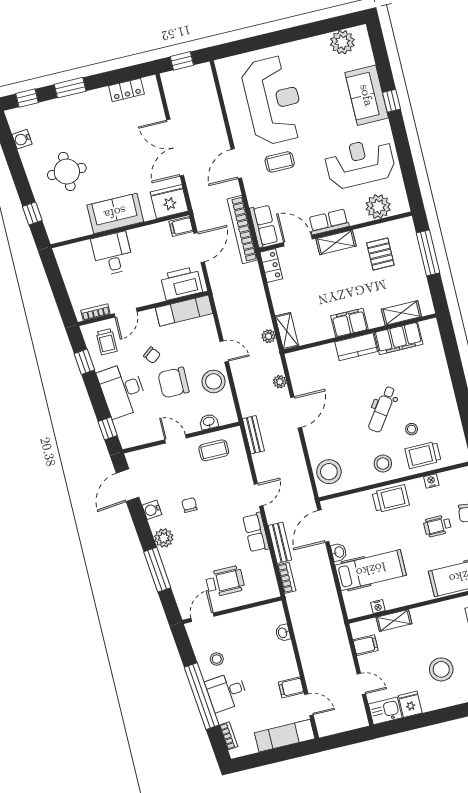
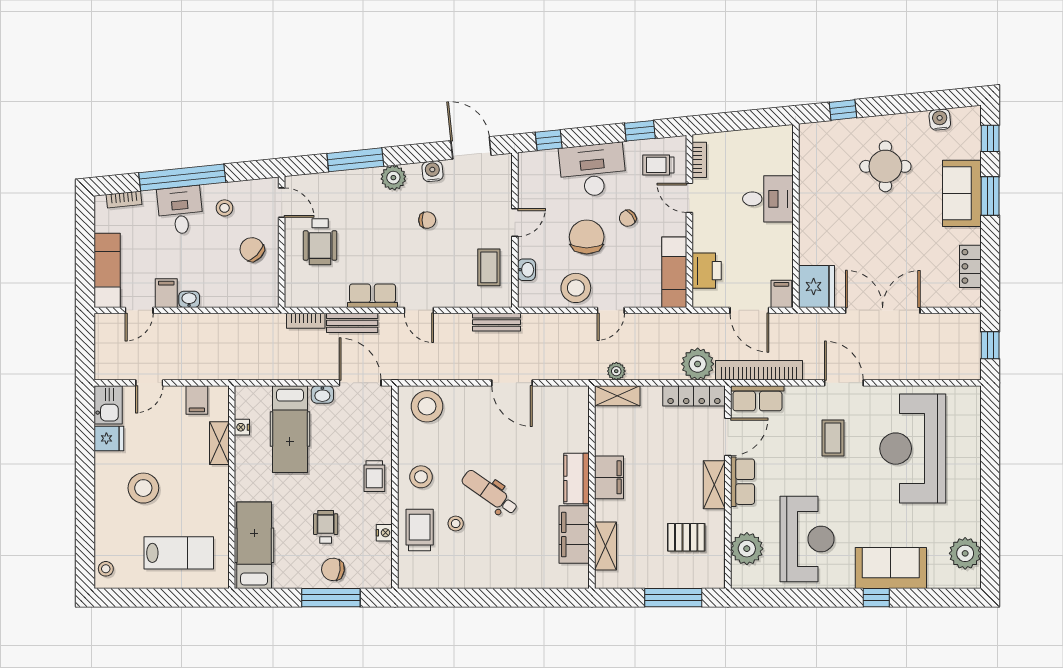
reception desk: (273, 100) -> (913, 449), turned 90
sofa: (115, 213) -> (962, 193), moved, turned 180
locker: (271, 266) -> (694, 396), width x1.53
printer: (181, 283) -> (707, 271), width x0.73, depth x0.84
plant: (280, 382) -> (698, 364), moved, width x1.88, depth x1.88
trolley: (391, 499) -> (374, 476), width x0.73, depth x0.72
chair: (243, 631) -> (252, 249), added
washbasin: (283, 633) -> (189, 299), moved

